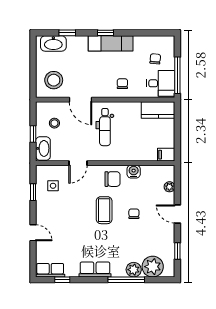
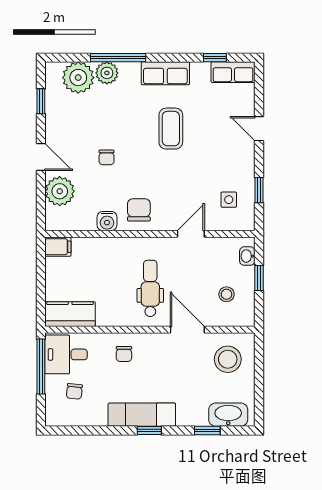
washbasin: (43, 148) -> (247, 256), width x0.52, depth x0.69
chair: (112, 179) -> (139, 210), turned 90
plant: (169, 187) -> (60, 191), width x1.88, depth x1.88
coffee table: (104, 210) -> (171, 129), moved

